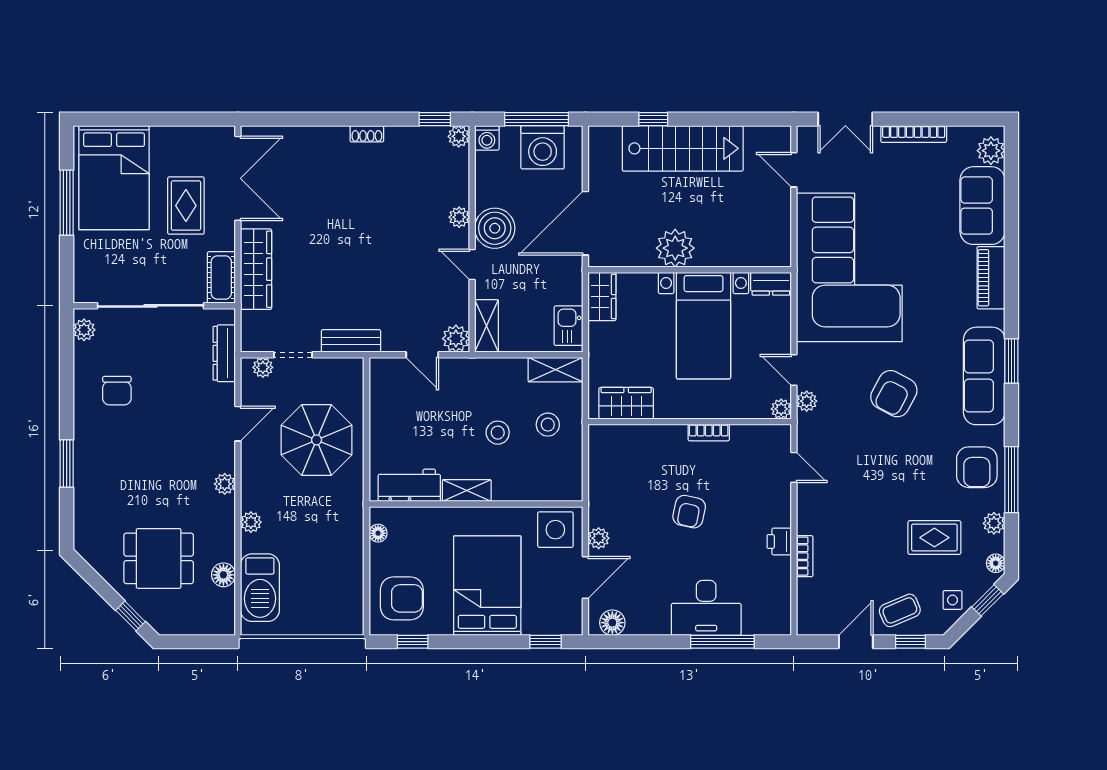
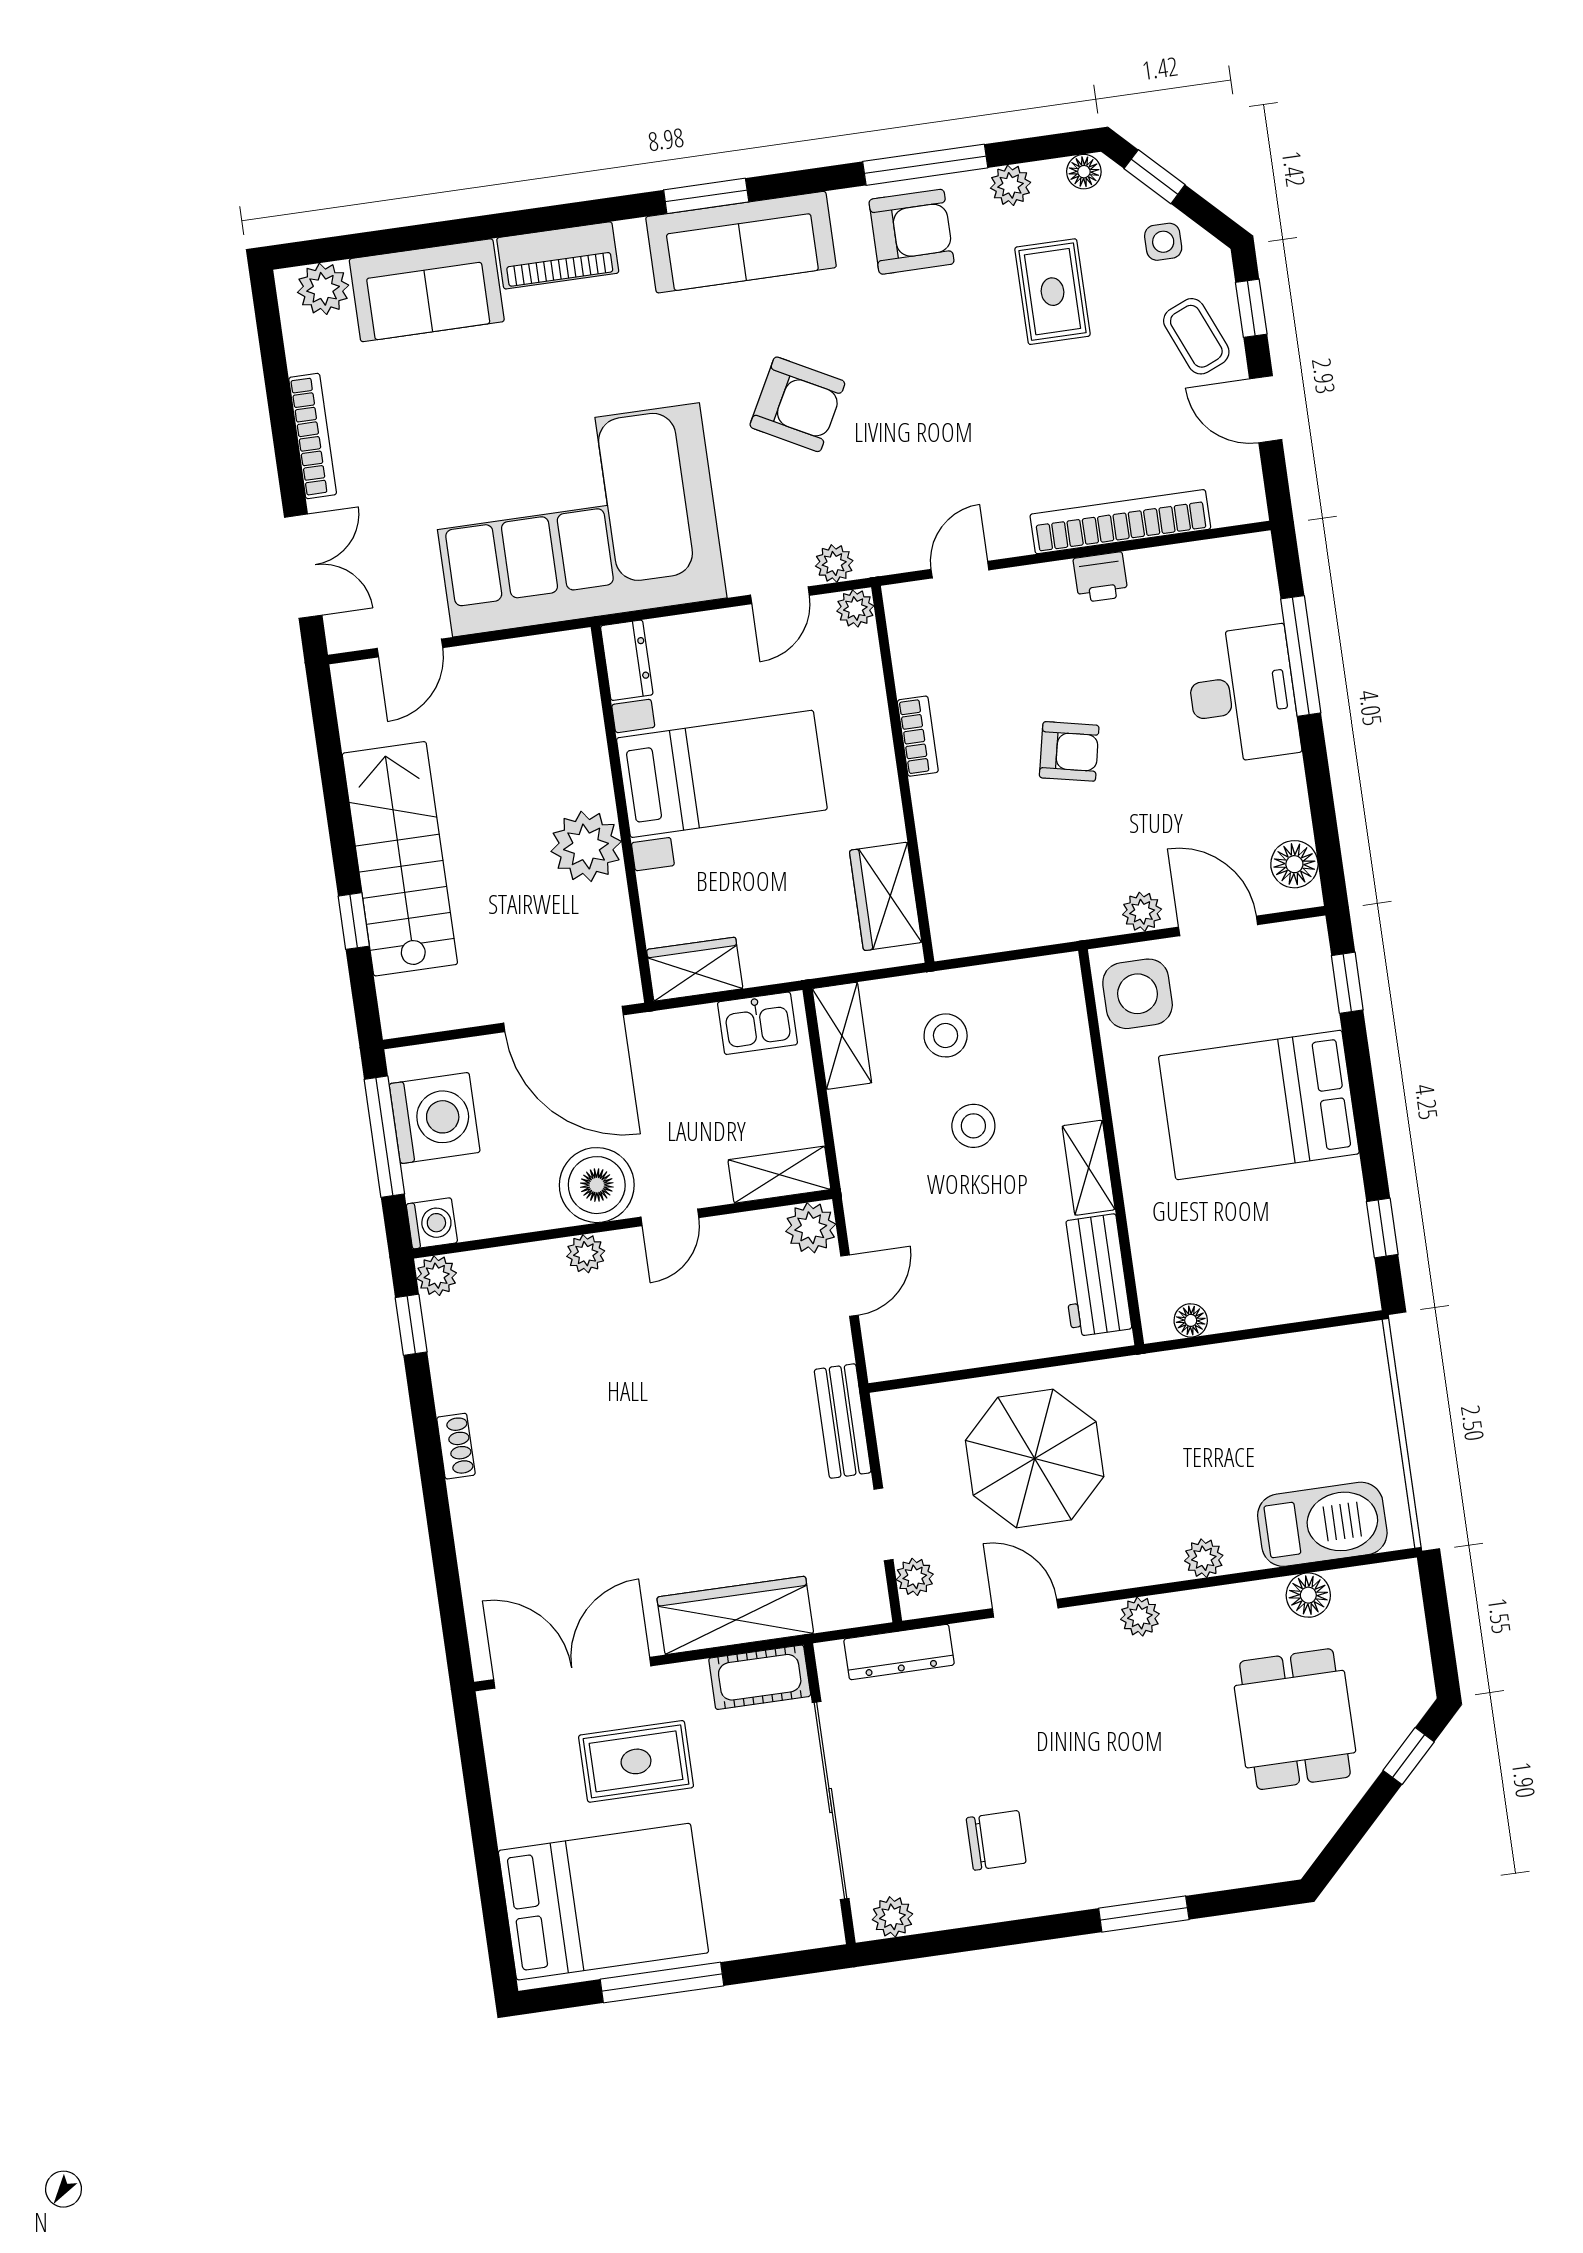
bookcase: (805, 556) -> (1120, 522), width x2.31, depth x1.31
armchair: (402, 598) -> (1305, 1259), removed

